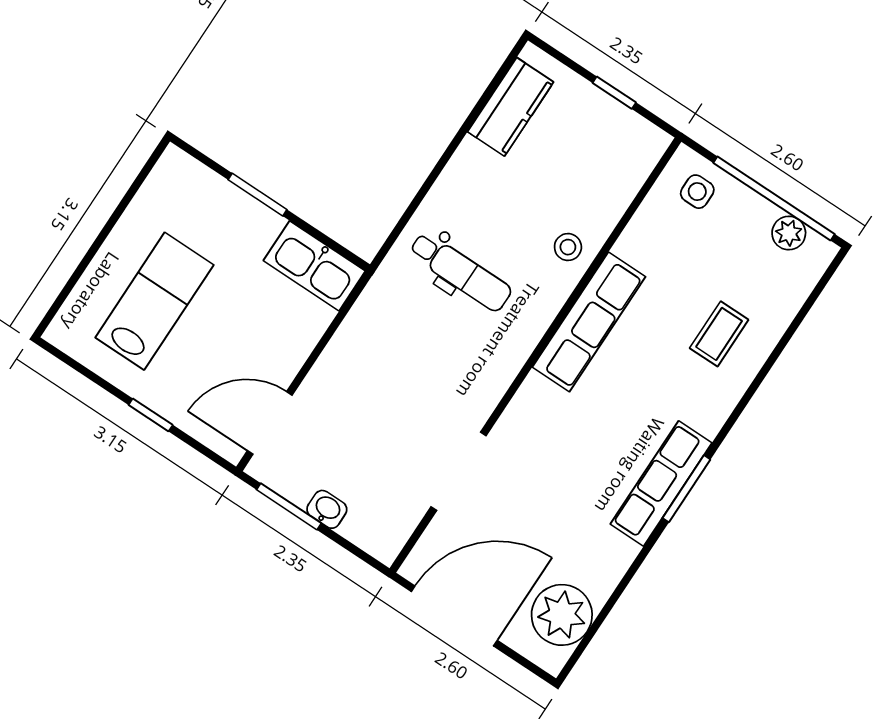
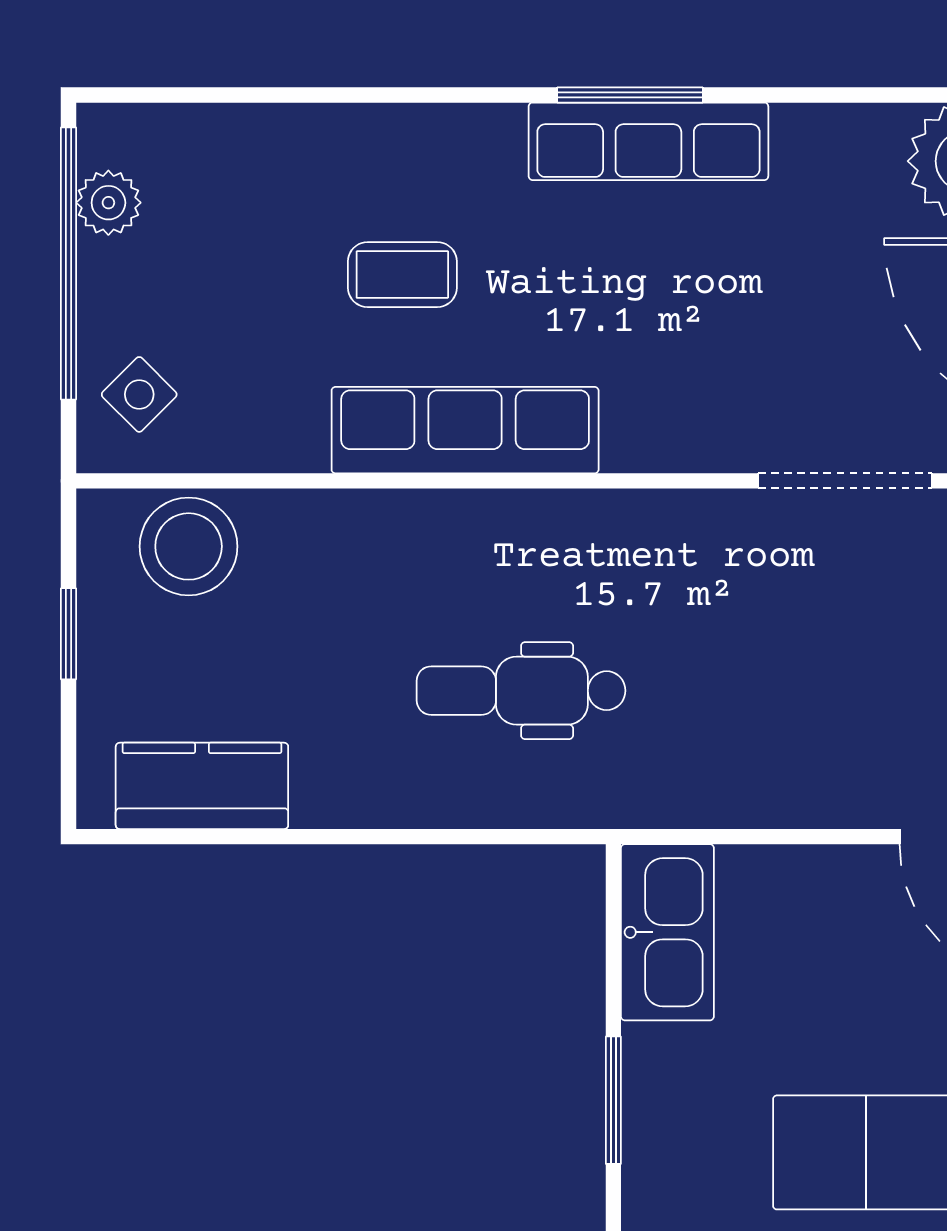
side table: (697, 192) -> (139, 394), turned 45
stool: (568, 247) -> (189, 546), moved, width x1.89, depth x1.89
dental chair: (461, 272) -> (521, 691), turned -90
coffee table: (719, 334) -> (402, 275), moved

